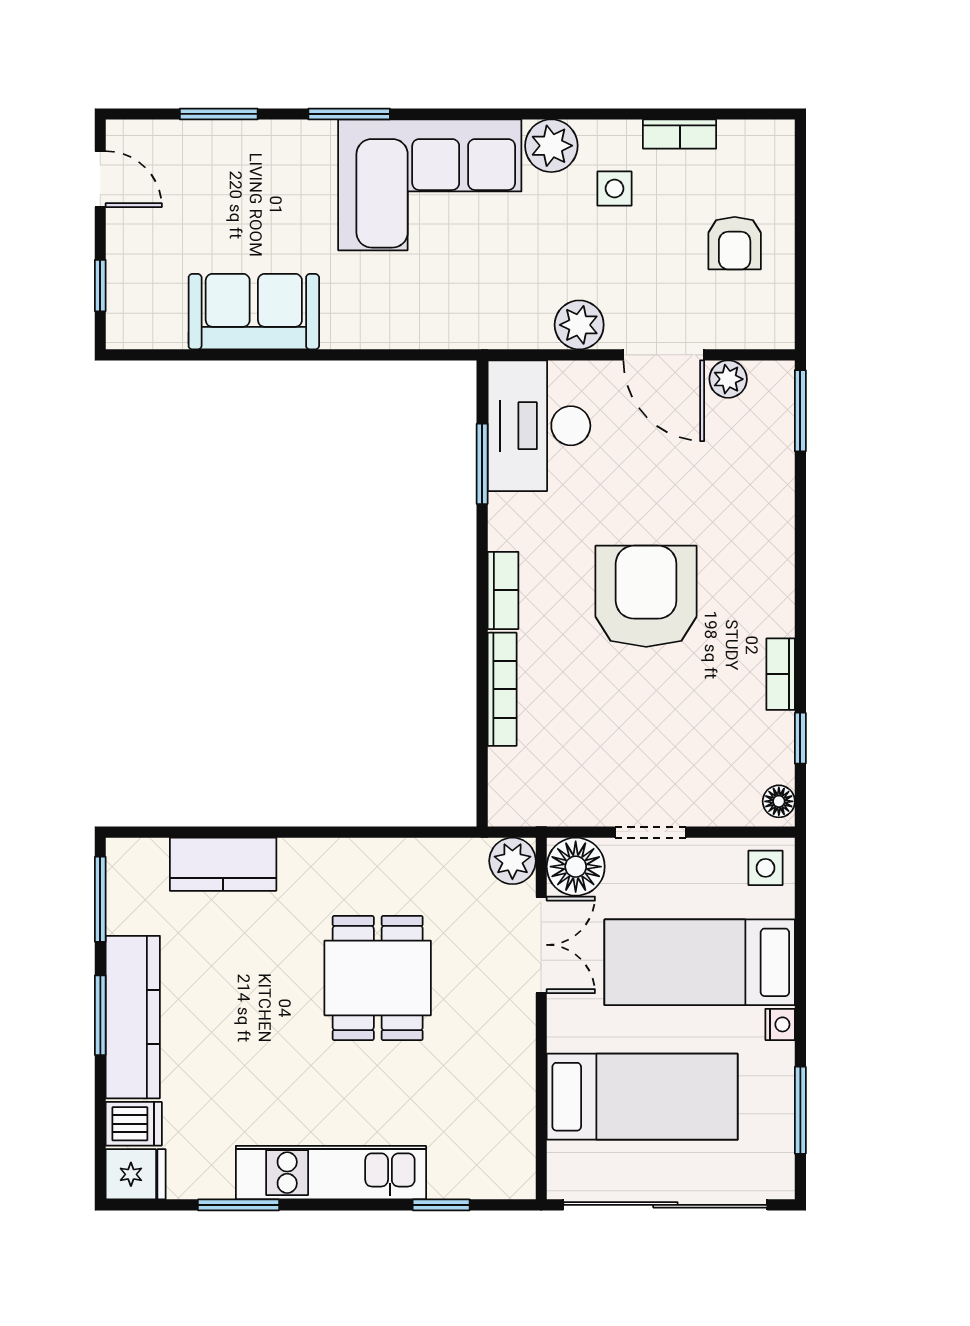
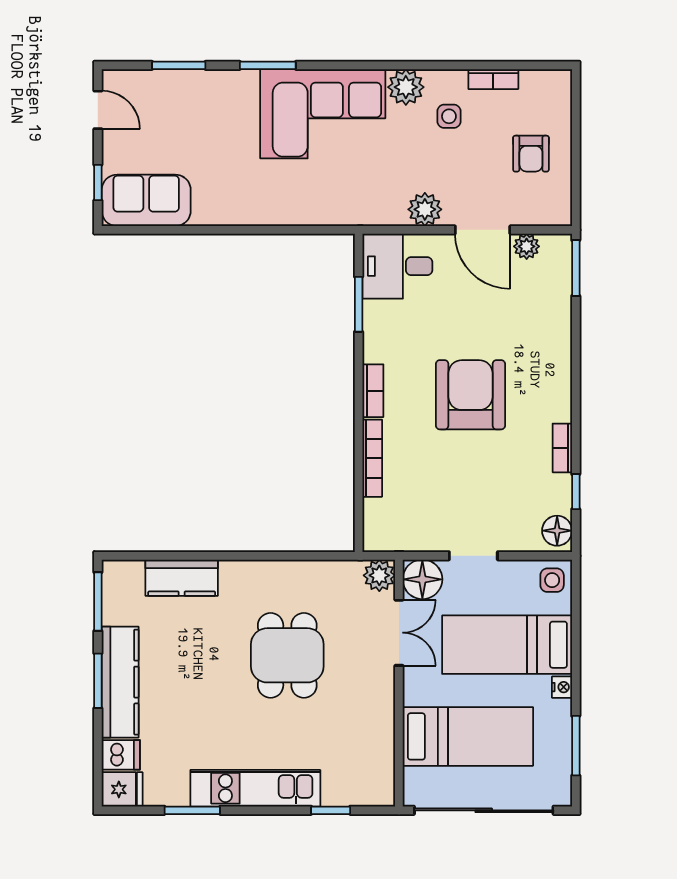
sofa: (254, 312) -> (146, 200), moved
desk: (539, 426) -> (397, 266), width x0.73
floor lamp: (779, 801) -> (557, 531), width x1.37, depth x1.37

